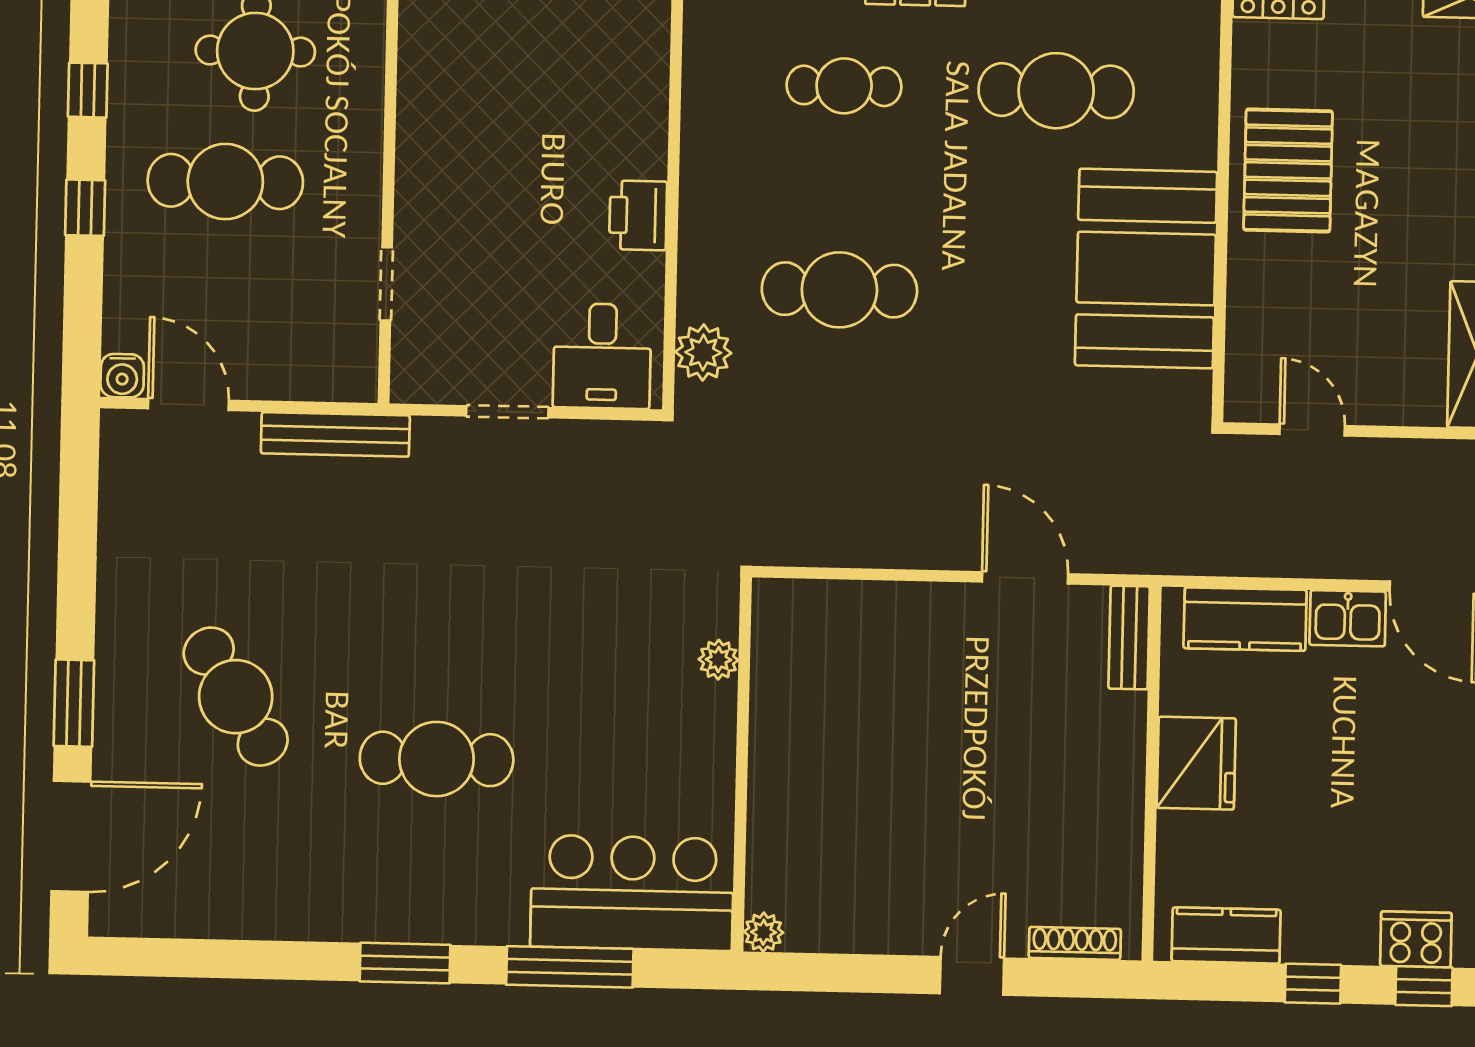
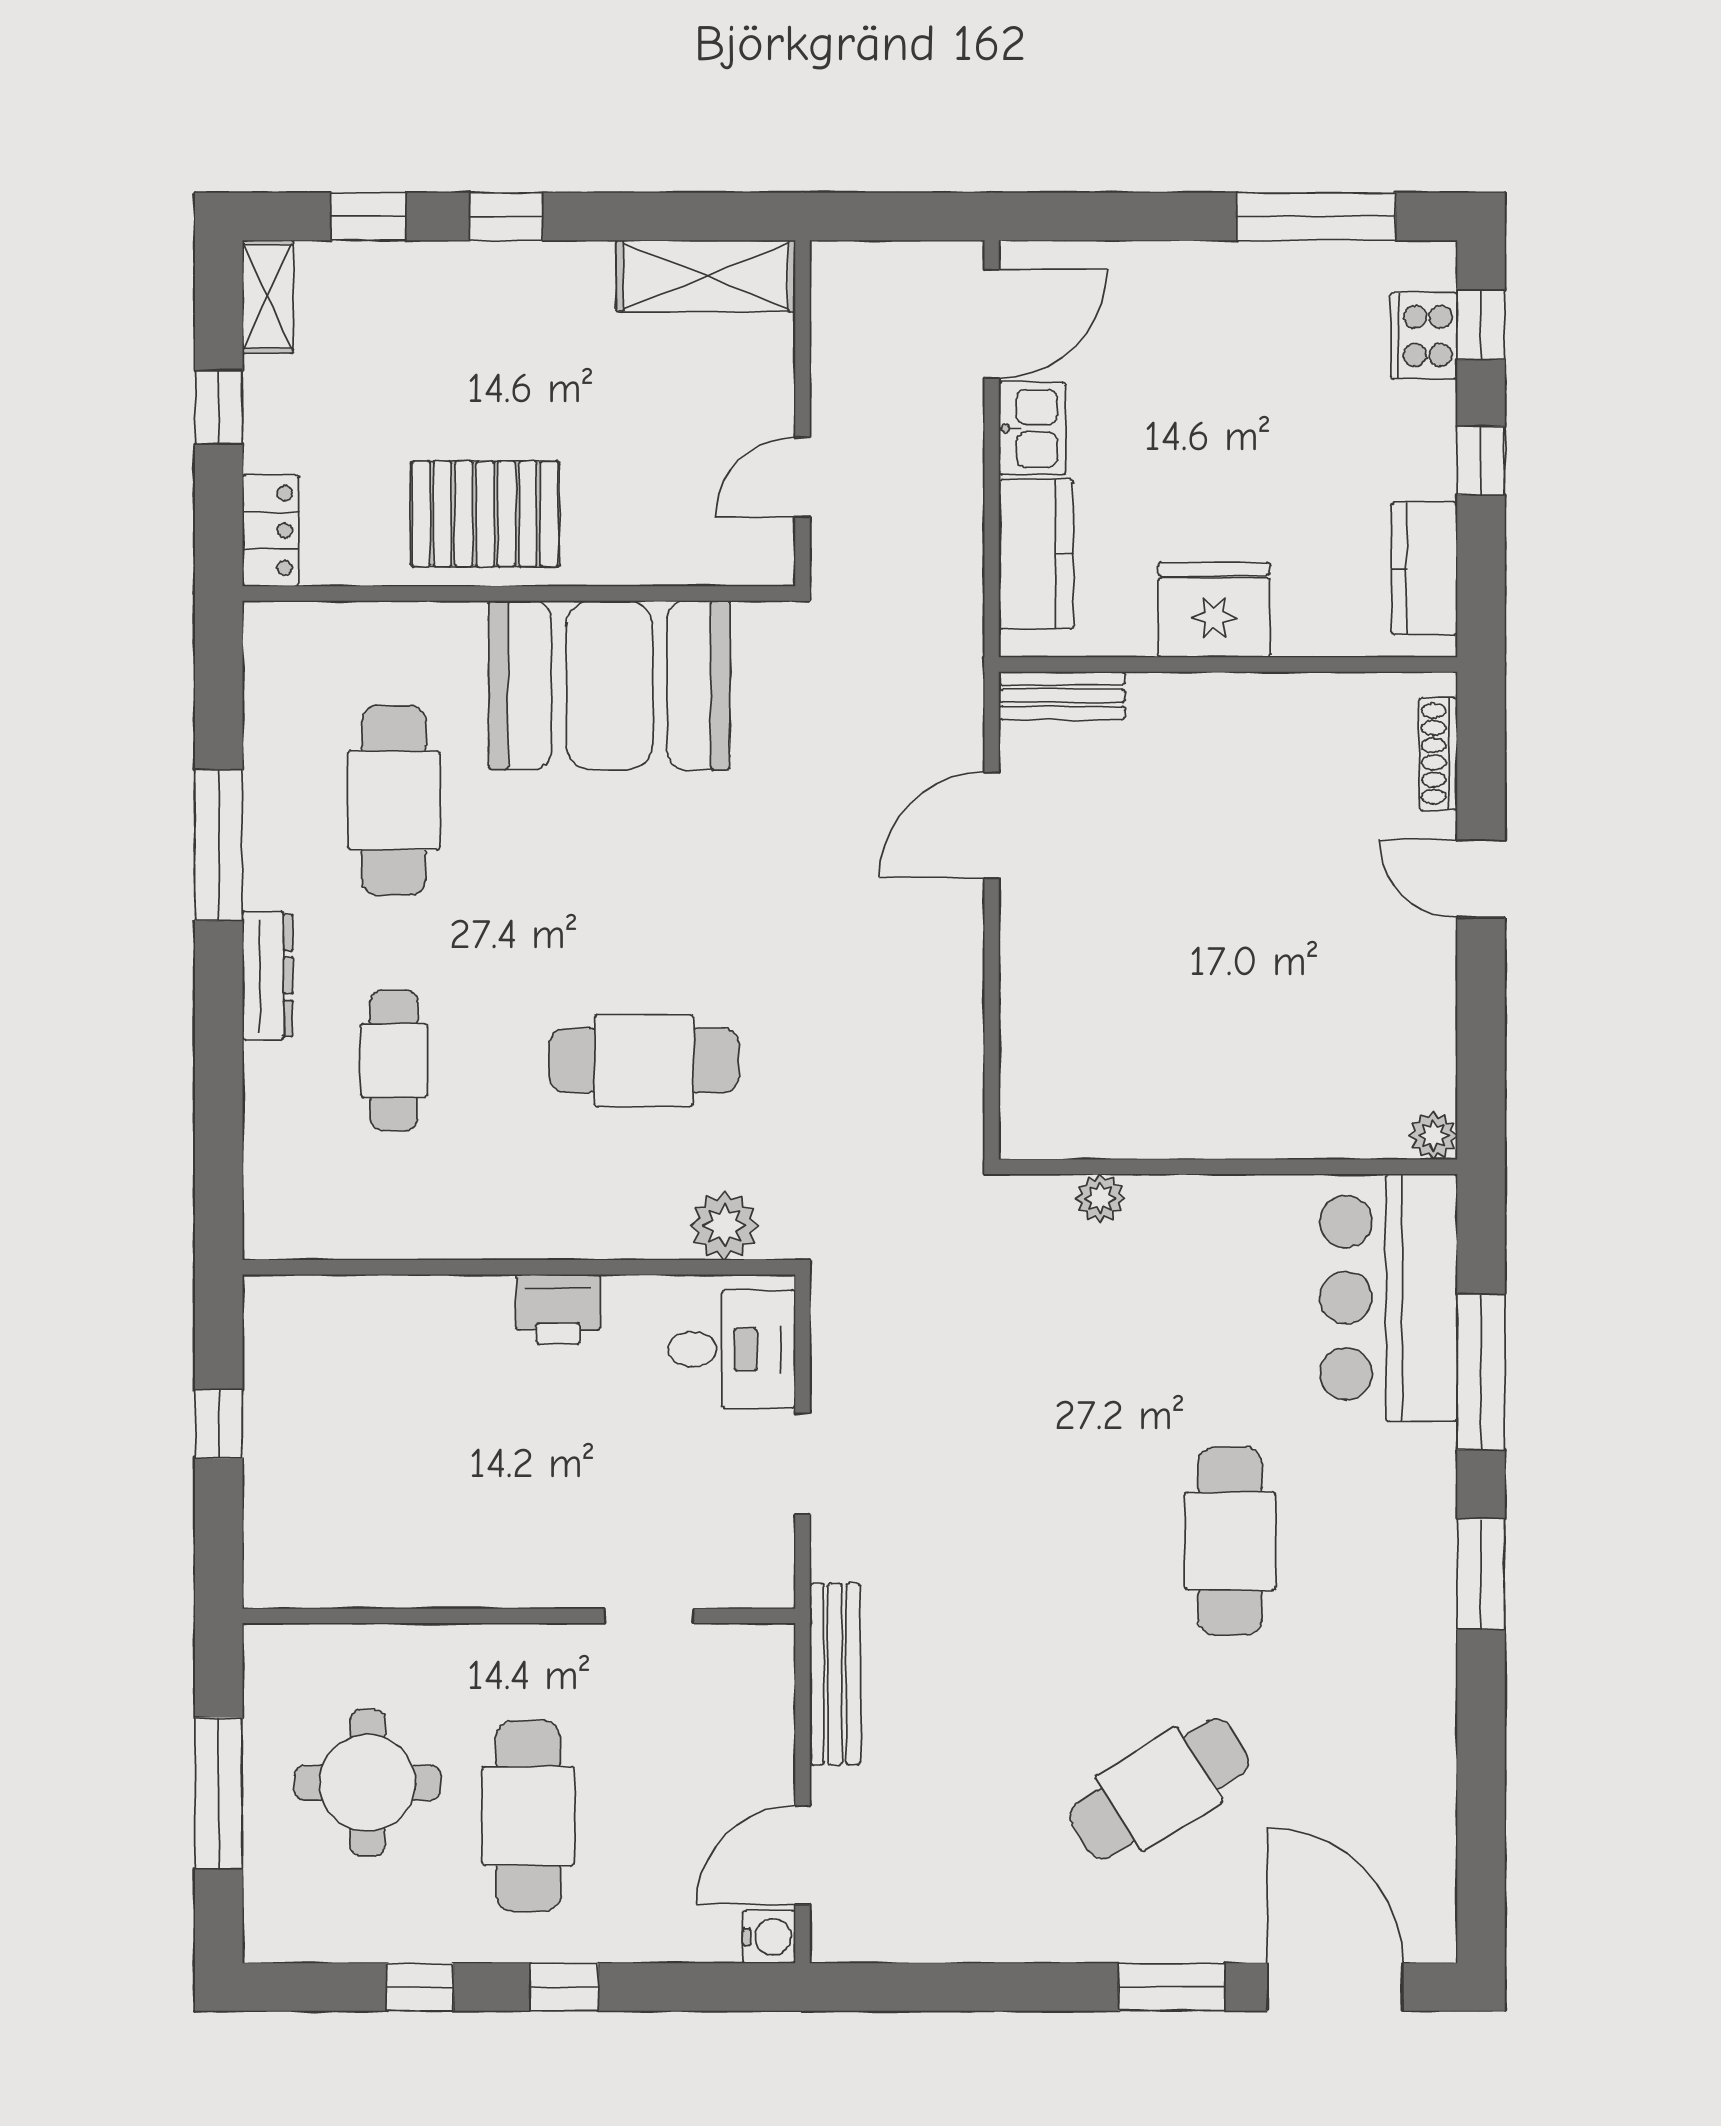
cafe table: (839, 290) -> (644, 1060), turned 90

